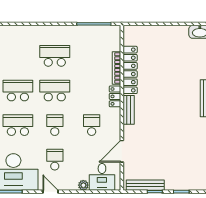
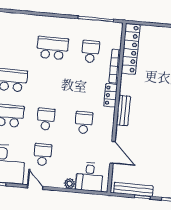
locker: (130, 70) -> (131, 49), moved
school desk: (55, 90) -> (90, 52), moved, width x0.54
door: (122, 151) -> (112, 152), swing flipped

